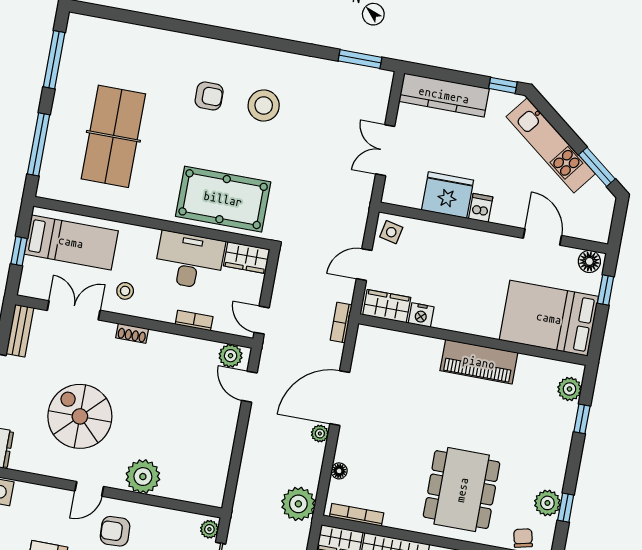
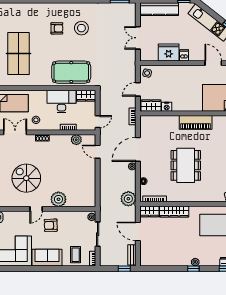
door: (262, 320) -> (98, 122), swing flipped
plant: (231, 356) -> (76, 140), moved
dining table: (462, 490) -> (186, 165), moved

